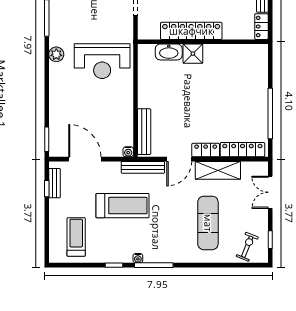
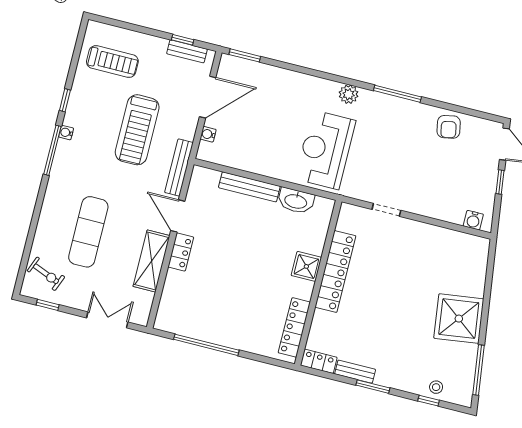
washbasin: (169, 52) -> (296, 201), moved, turned -90
bench: (144, 132) -> (249, 187), moved
locker: (242, 150) -> (294, 327), moved, turned 180
water cooler: (128, 152) -> (208, 134), moved
exercise mat: (208, 223) -> (88, 232), turned 90

